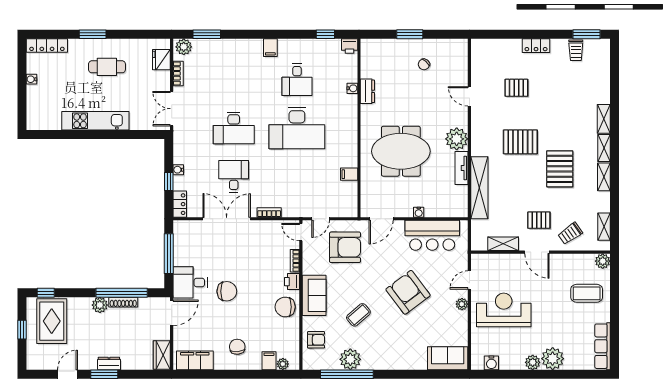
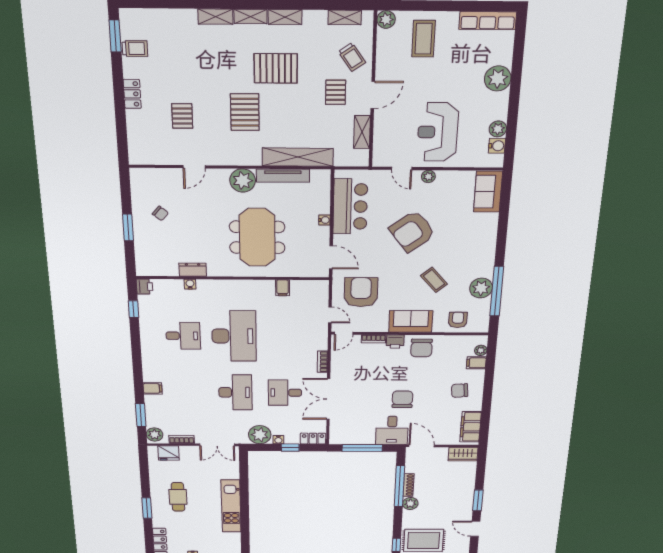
filing cabinet: (270, 48) -> (153, 388), moved
plant: (184, 151) -> (260, 435), added
tv unit: (462, 168) -> (283, 176), width x1.41
plant: (533, 362) -> (498, 129), moved
dresser: (109, 363) -> (468, 497), removed

